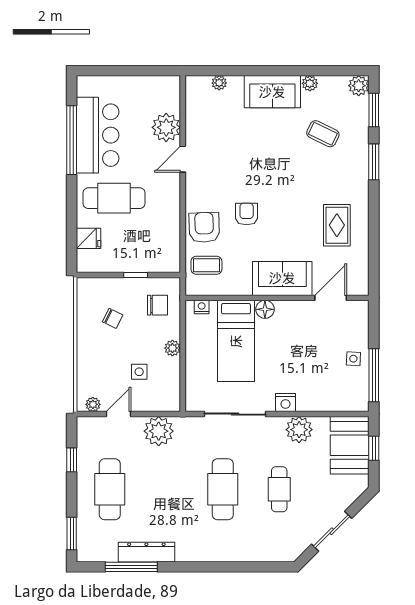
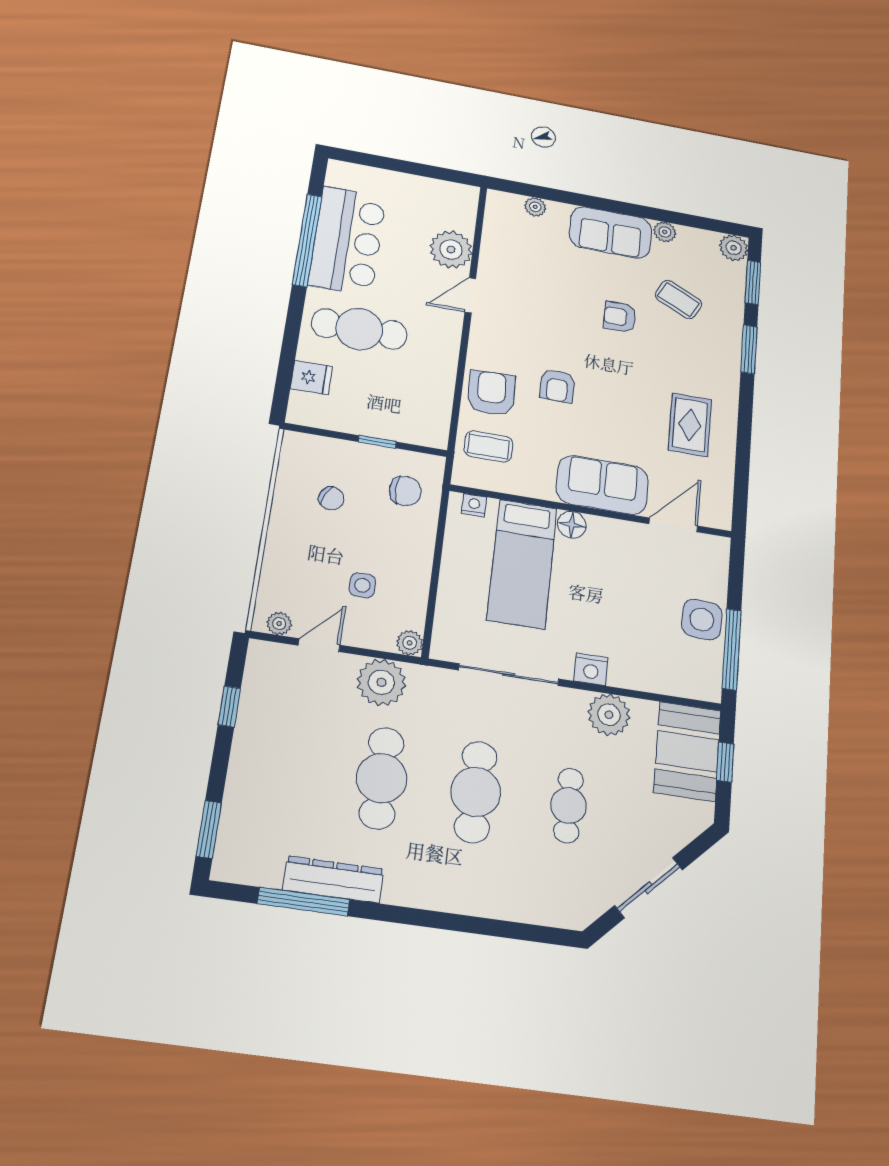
armchair: (284, 155) -> (620, 317), added
armchair: (247, 214) -> (557, 386), turned 180
plant: (172, 348) -> (410, 643), moved
side table: (353, 359) -> (702, 620), width x1.87, depth x1.87
cafe table: (110, 489) -> (382, 778), moved

